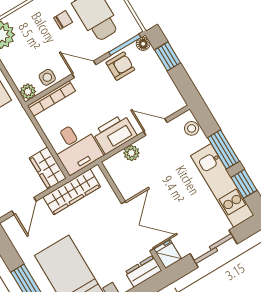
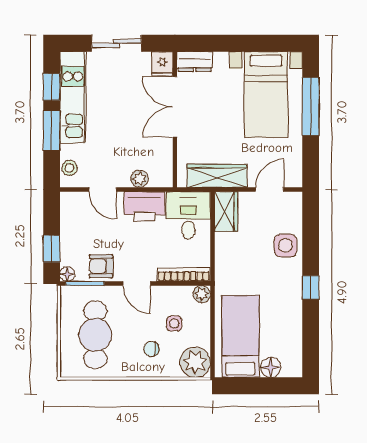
chair: (63, 20) -> (151, 349), moved
side table: (47, 77) -> (174, 323), moved

